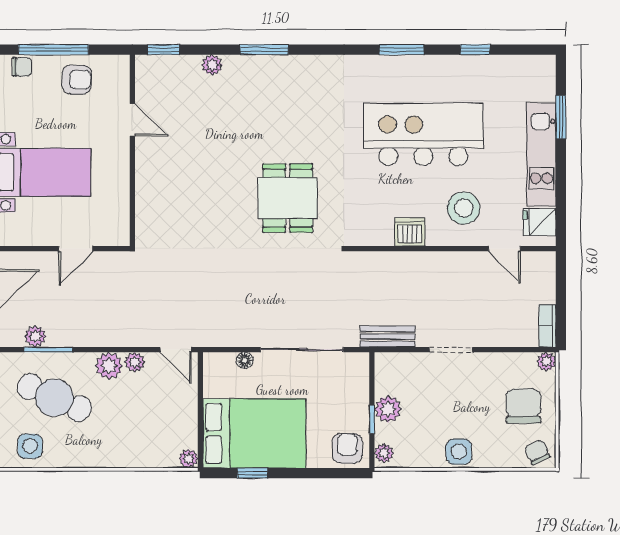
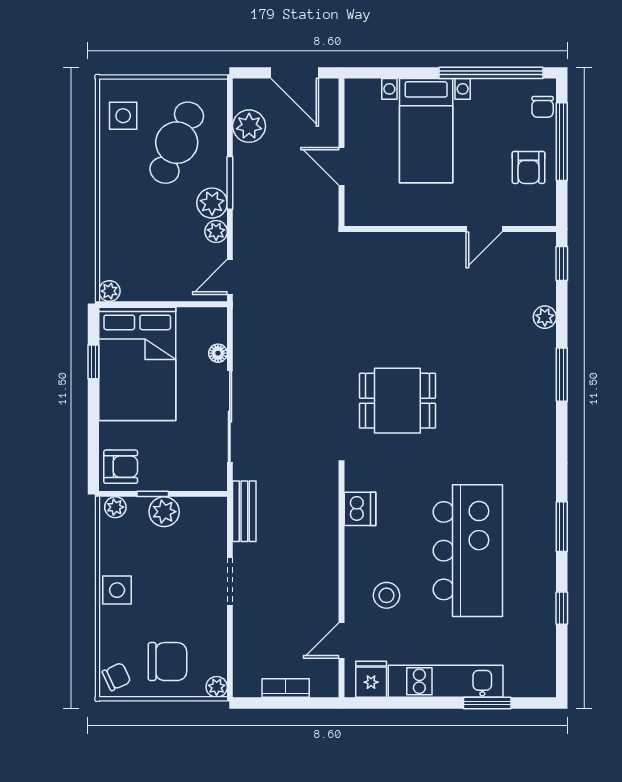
stool: (464, 208) -> (386, 595), width x0.73, depth x0.73
dishwasher: (410, 232) -> (360, 509), moved
bookcase: (547, 326) -> (286, 688), moved
plant: (35, 336) -> (249, 126), width x1.38, depth x1.38
window: (48, 350) -> (230, 183), moved

